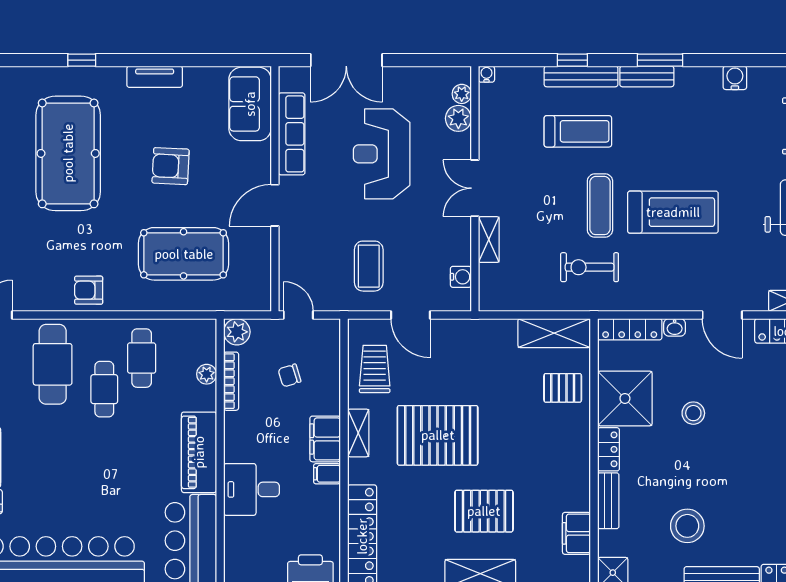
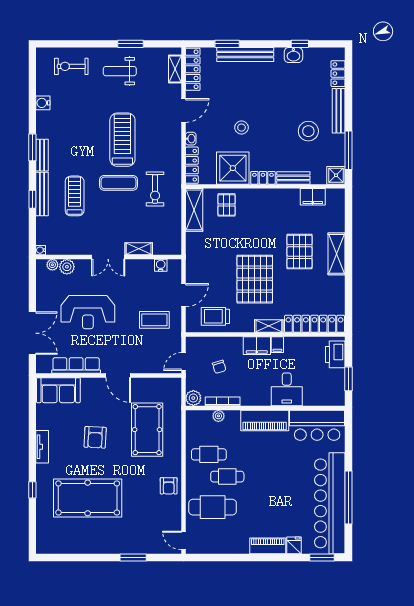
shelving: (358, 433) -> (269, 326), moved

